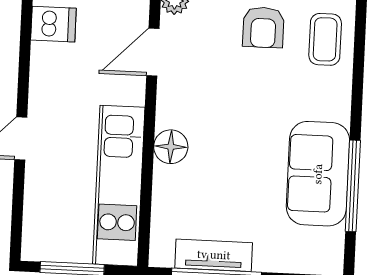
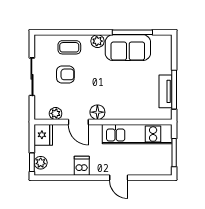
dishwasher: (53, 24) -> (82, 166), moved
plant: (336, 105) -> (97, 41), added
floor lamp: (171, 147) -> (97, 112), moved

